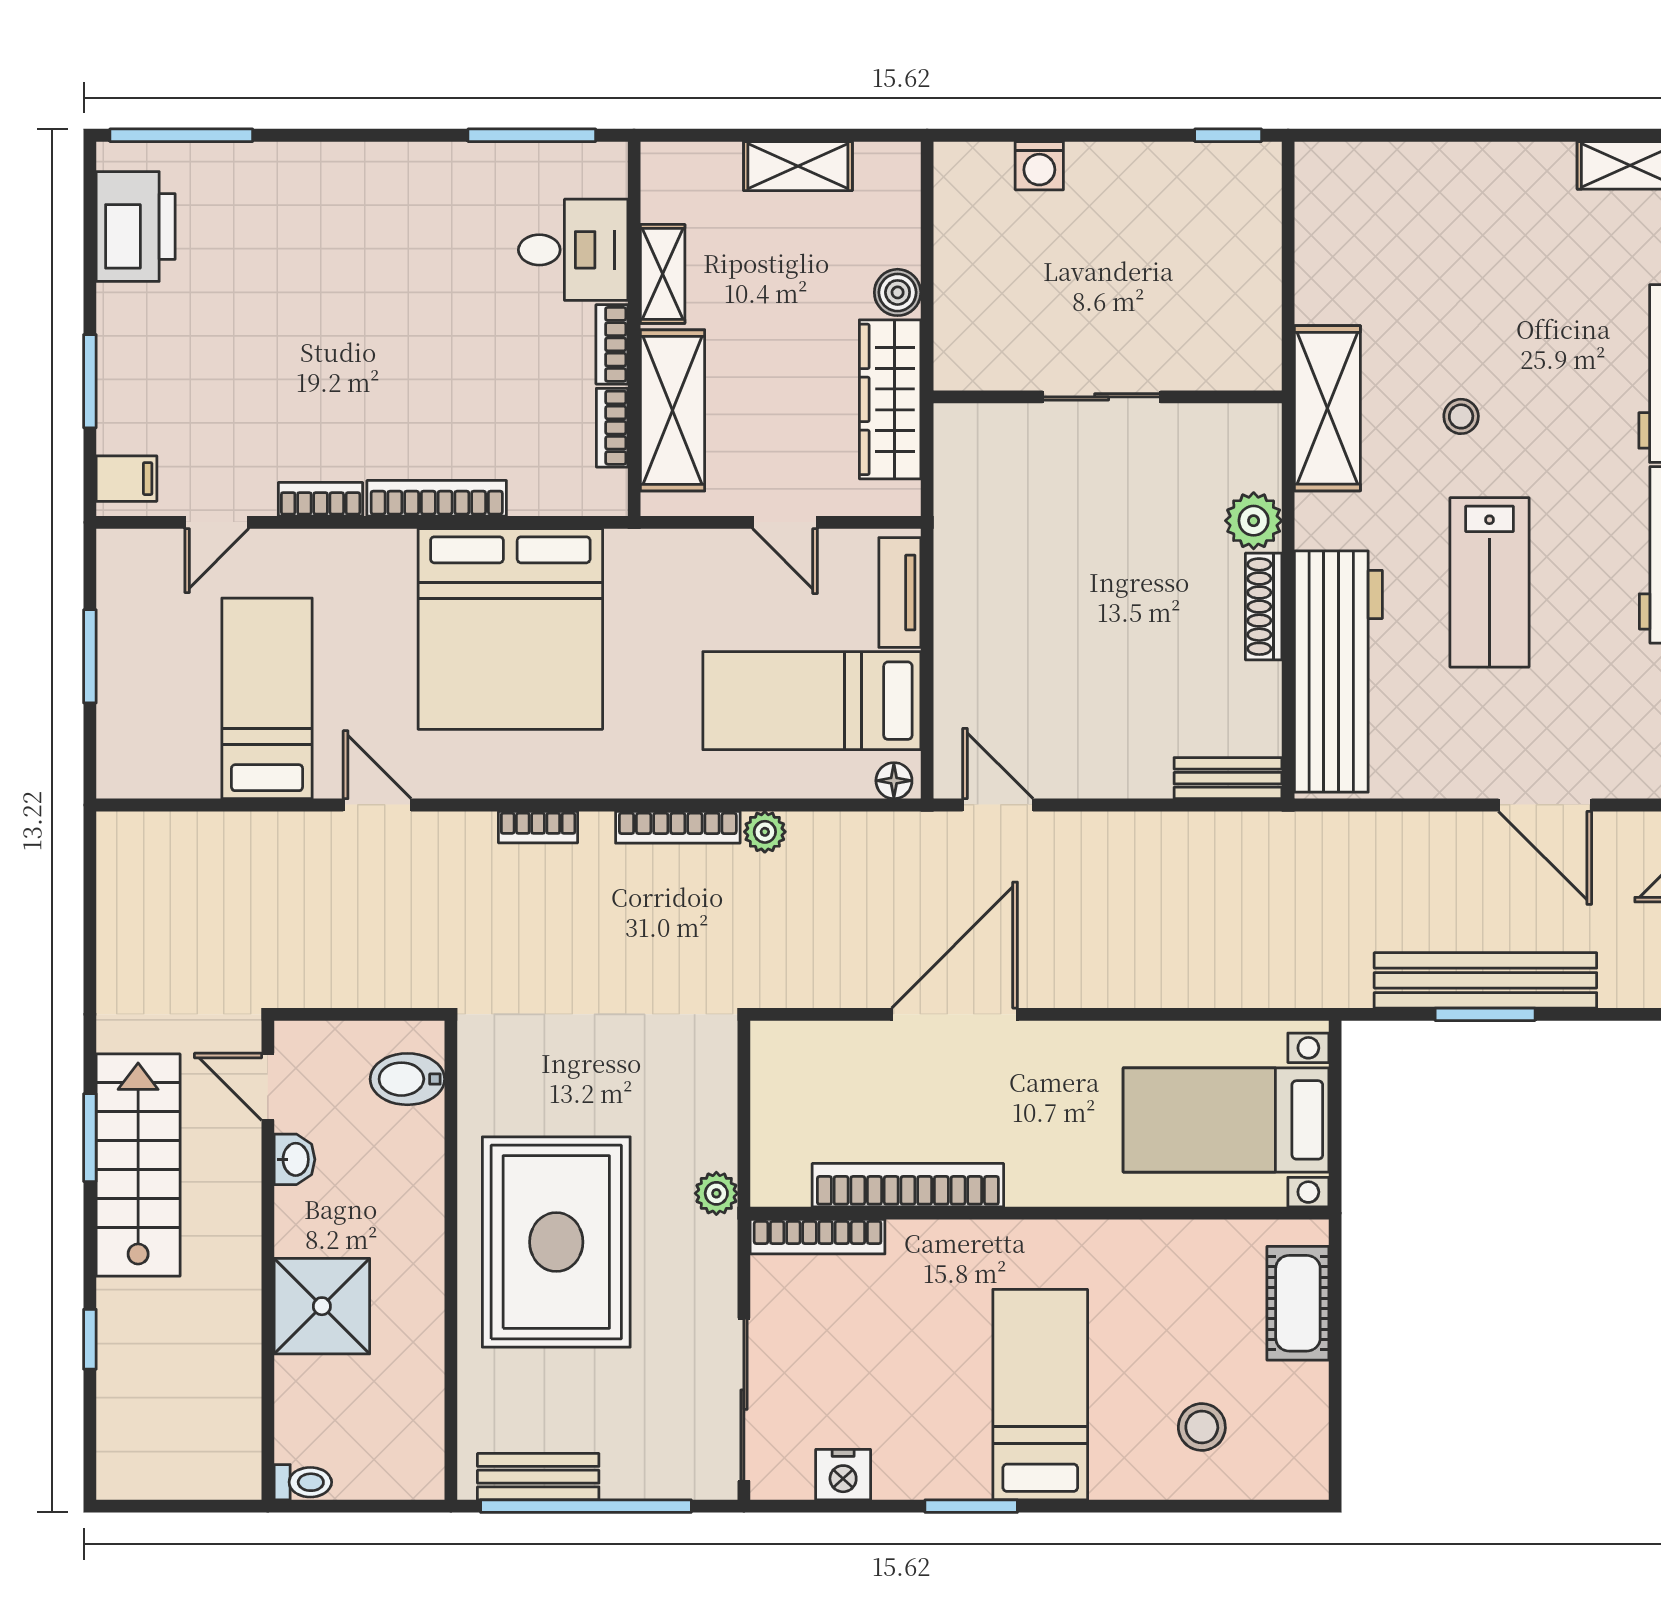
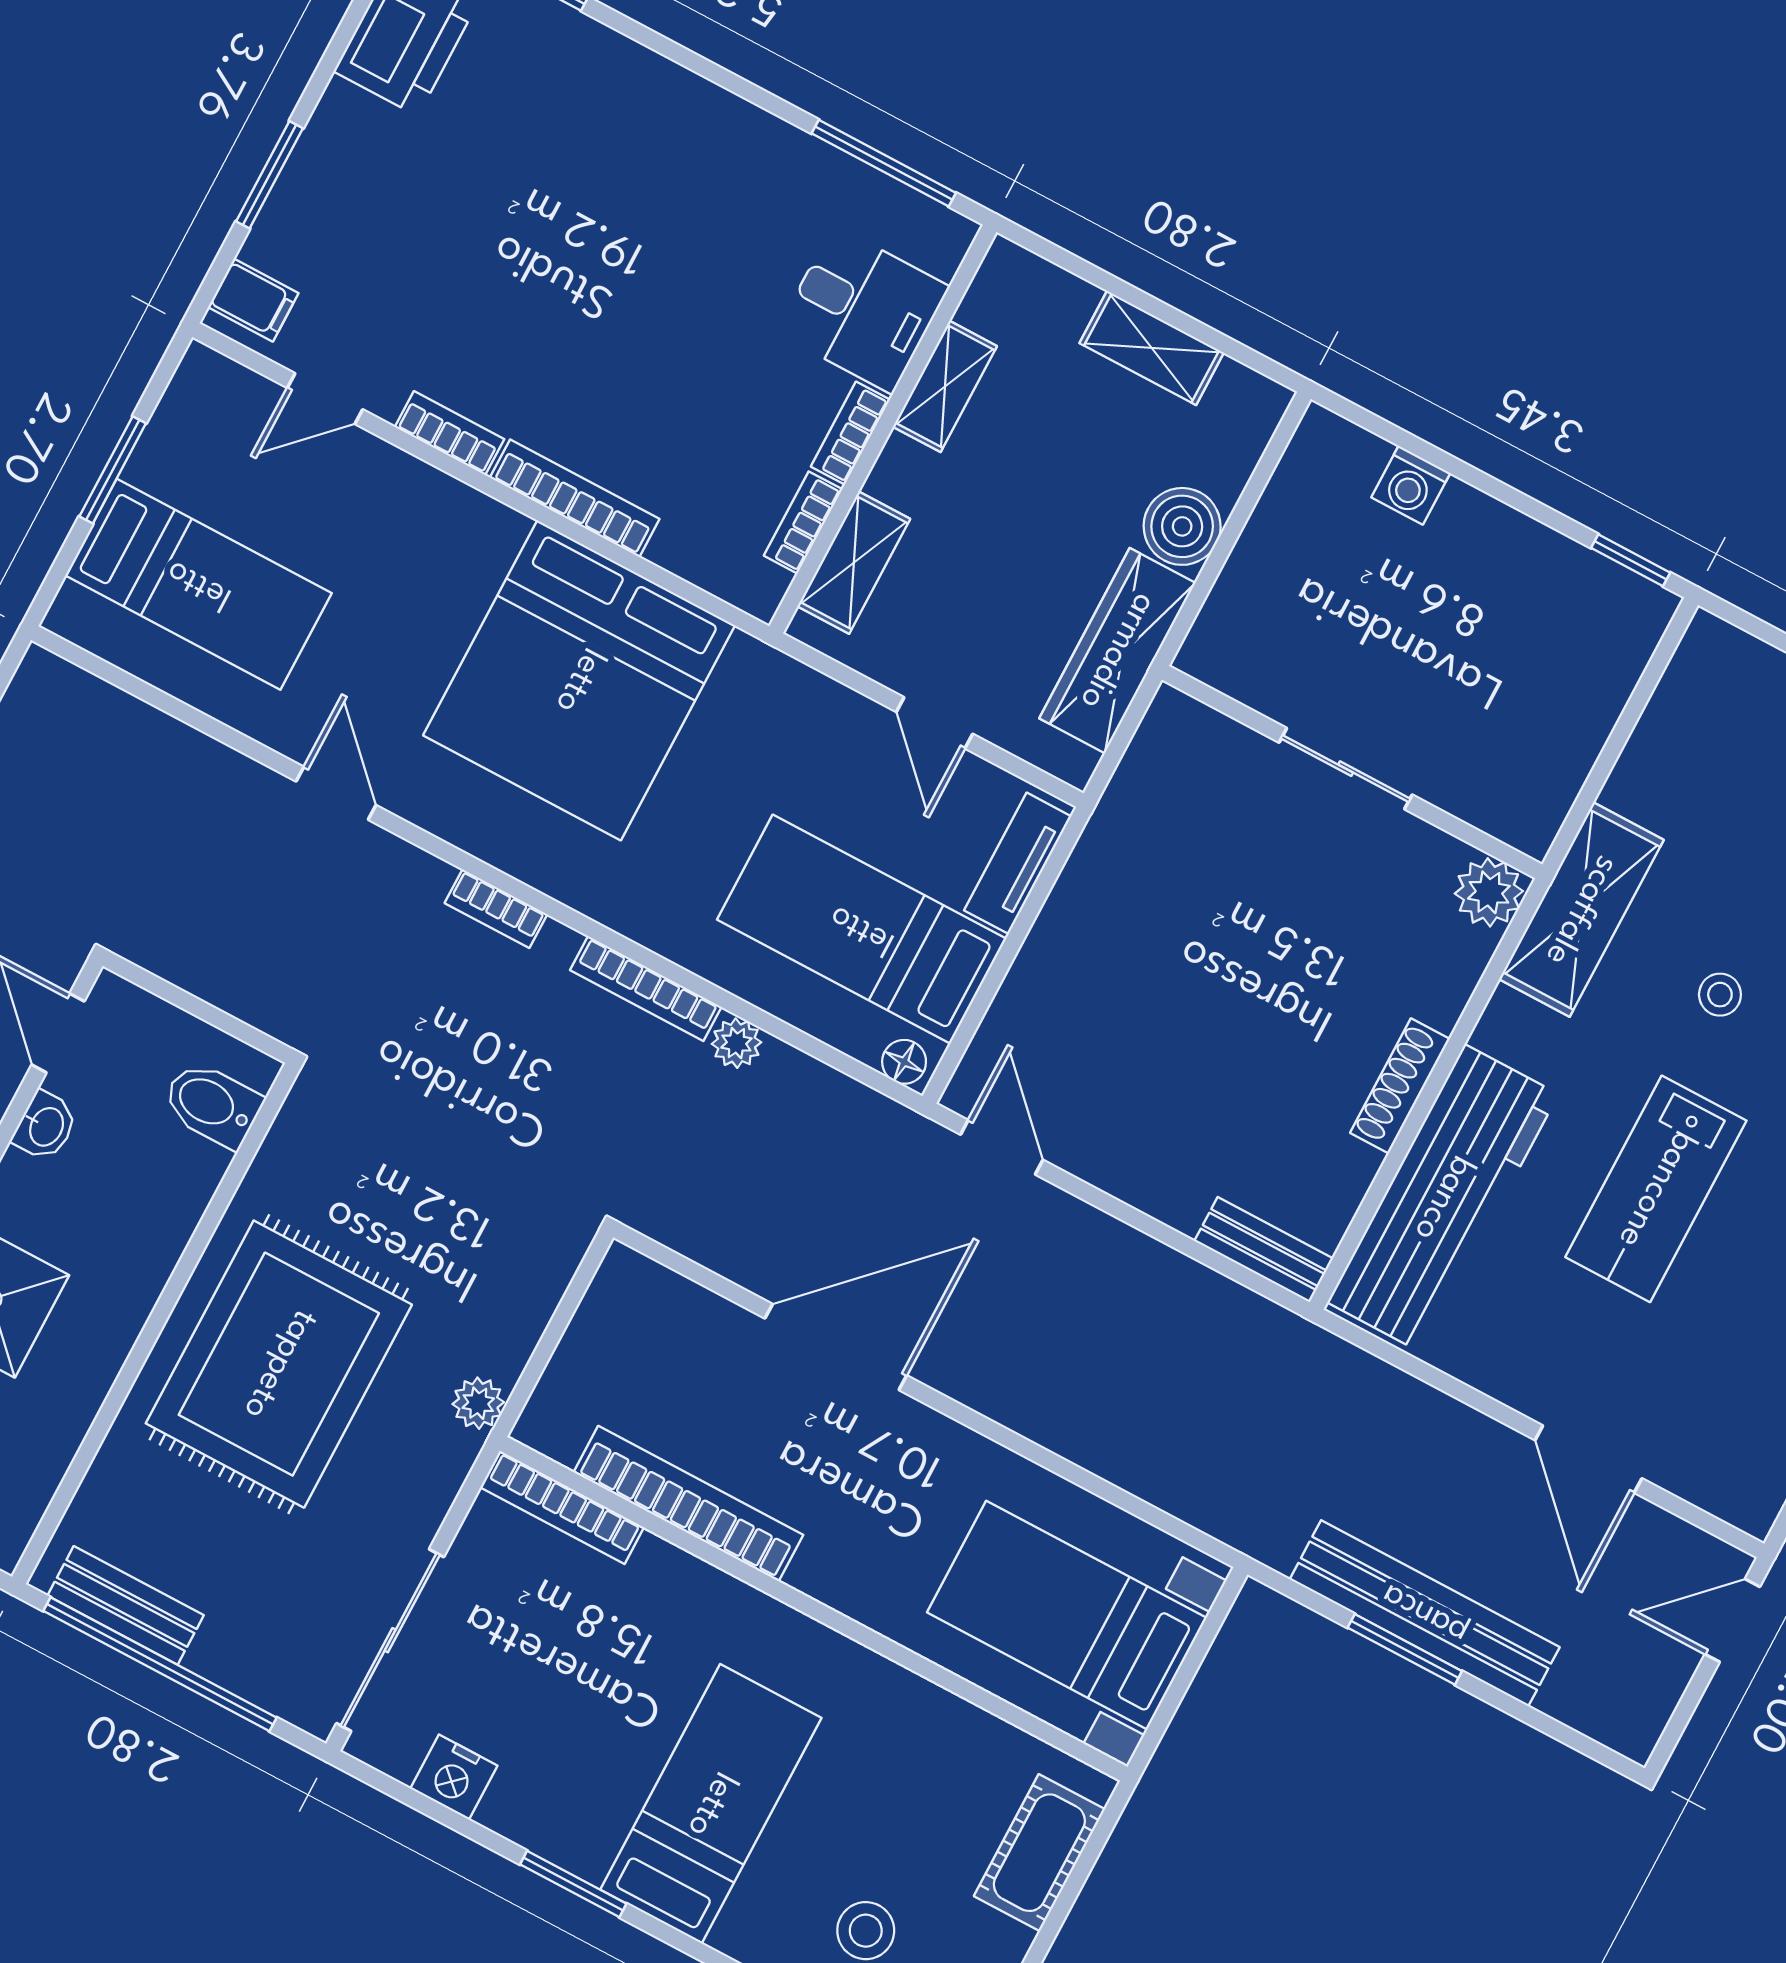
boiler: (898, 292) -> (1182, 526), width x1.36, depth x1.36
shelving: (673, 410) -> (854, 563), width x0.67, depth x0.75
plant: (1254, 521) -> (1489, 892), moved
bed: (267, 698) -> (199, 584), moved, turned 90

